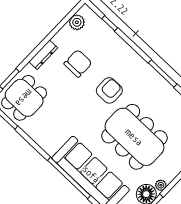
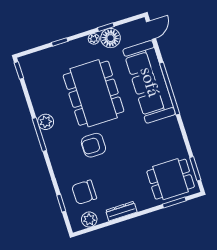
dresser: (43, 55) -> (121, 211), moved
chair: (78, 63) -> (84, 192), moved
plant: (163, 88) -> (46, 122), added

